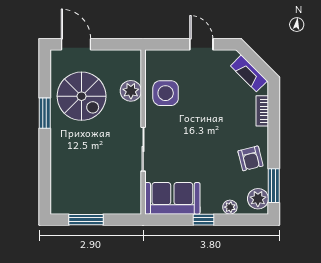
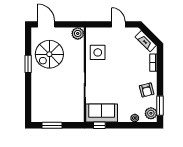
plant: (131, 91) -> (78, 33), moved
spiral stairs: (82, 96) -> (49, 54), turned 90
window: (203, 220) -> (99, 125), moved

